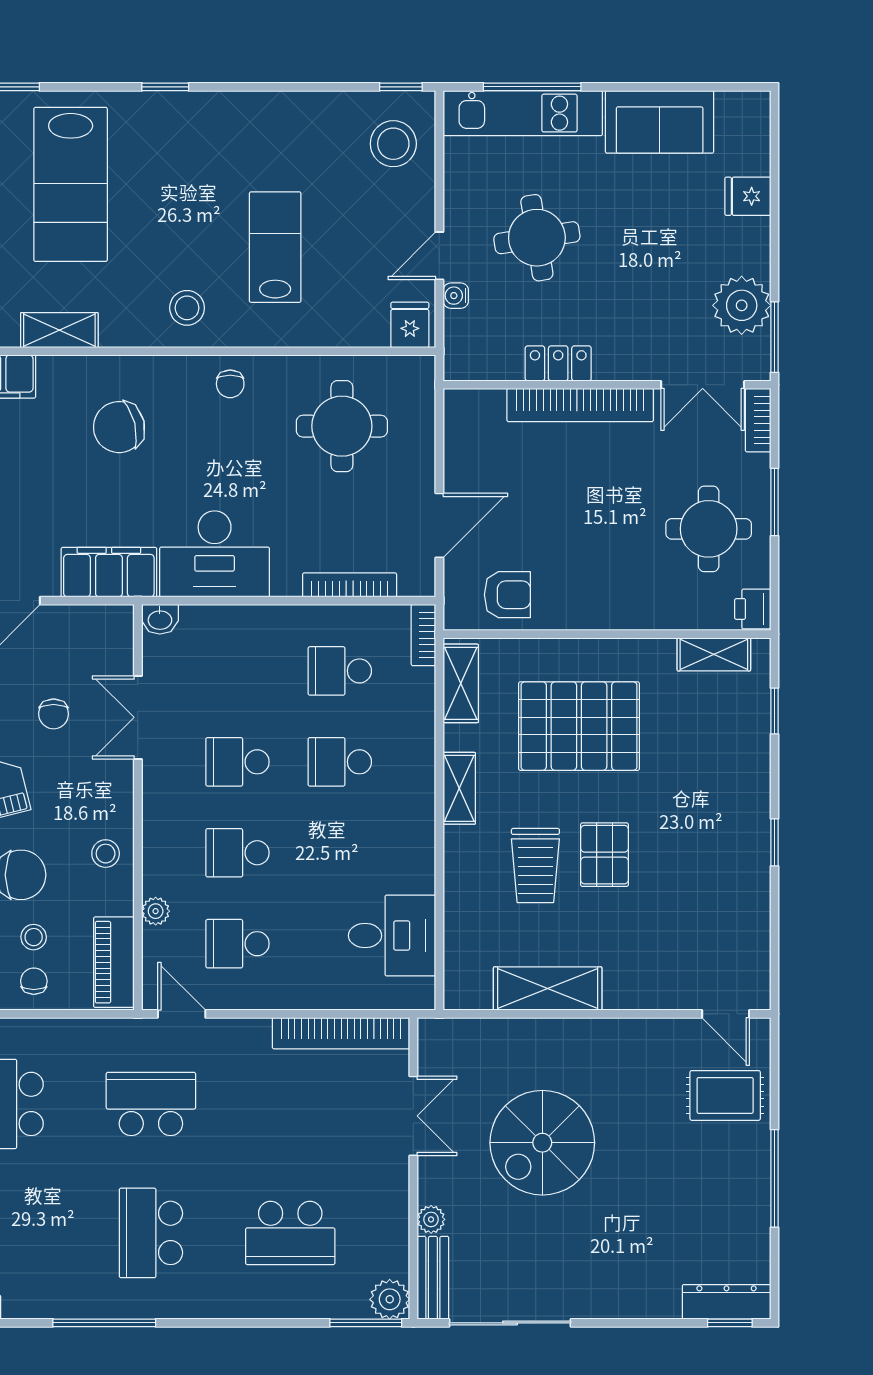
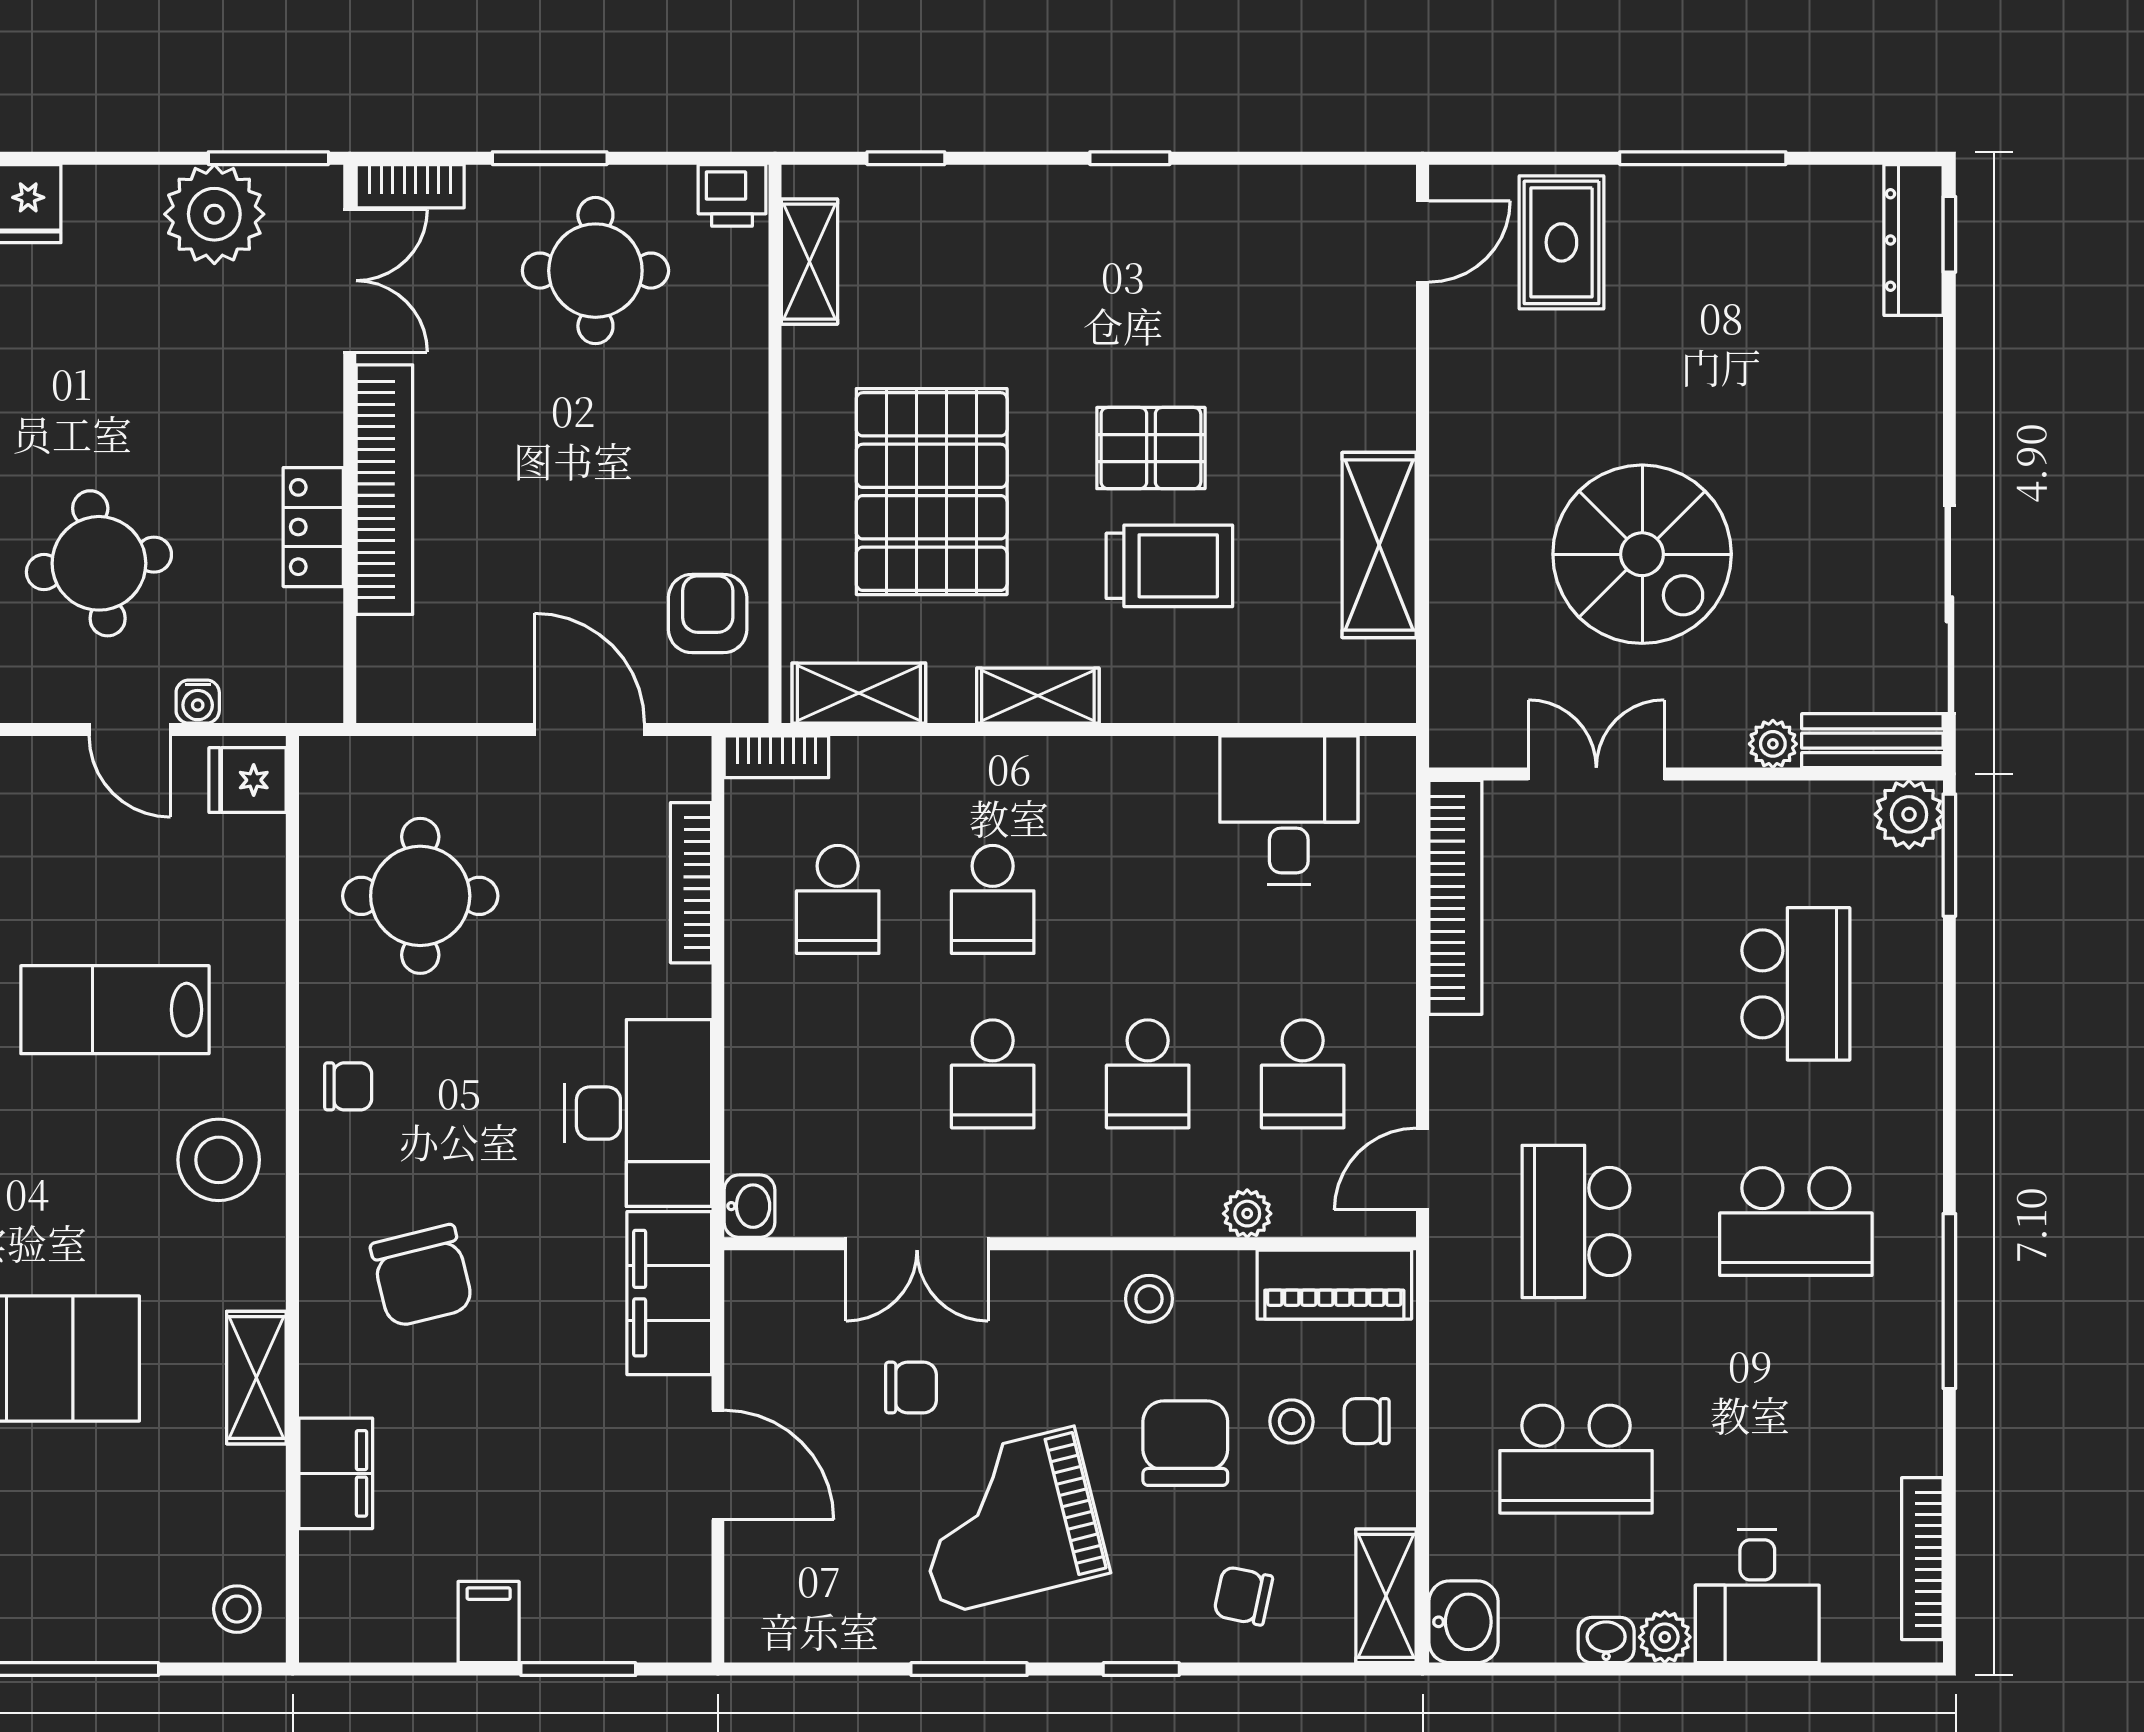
stool: (187, 308) -> (219, 1160), width x1.38, depth x1.38

